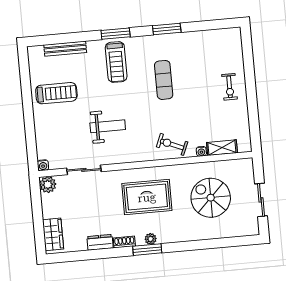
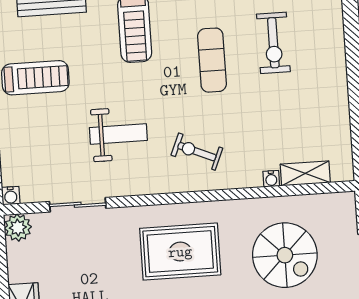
exercise bike: (230, 87) -> (273, 43), moved, width x1.38, depth x1.39
exercise bike: (172, 144) -> (197, 152), moved
spiral stairs: (211, 198) -> (285, 255), turned 180

